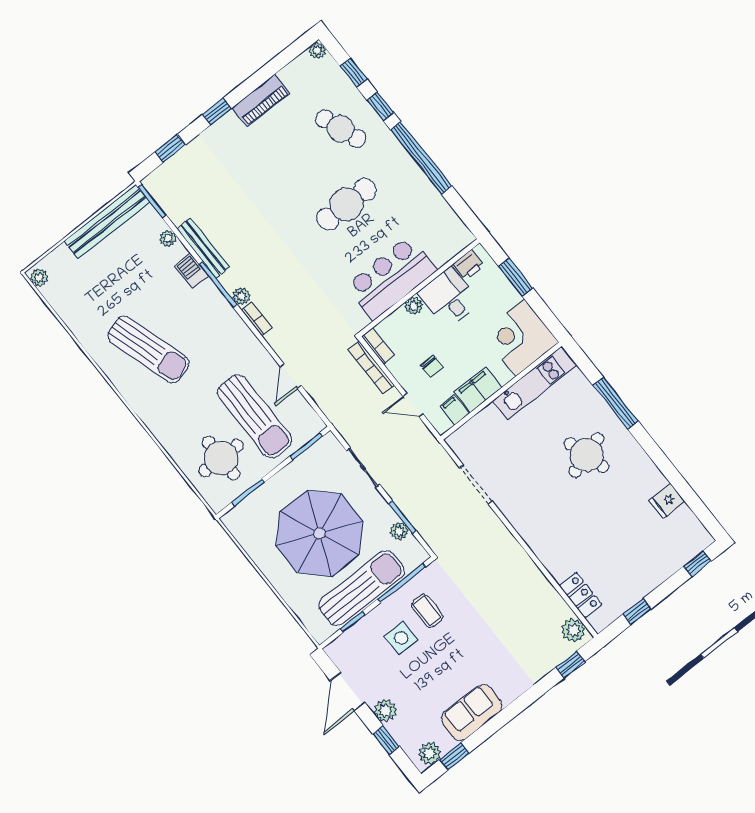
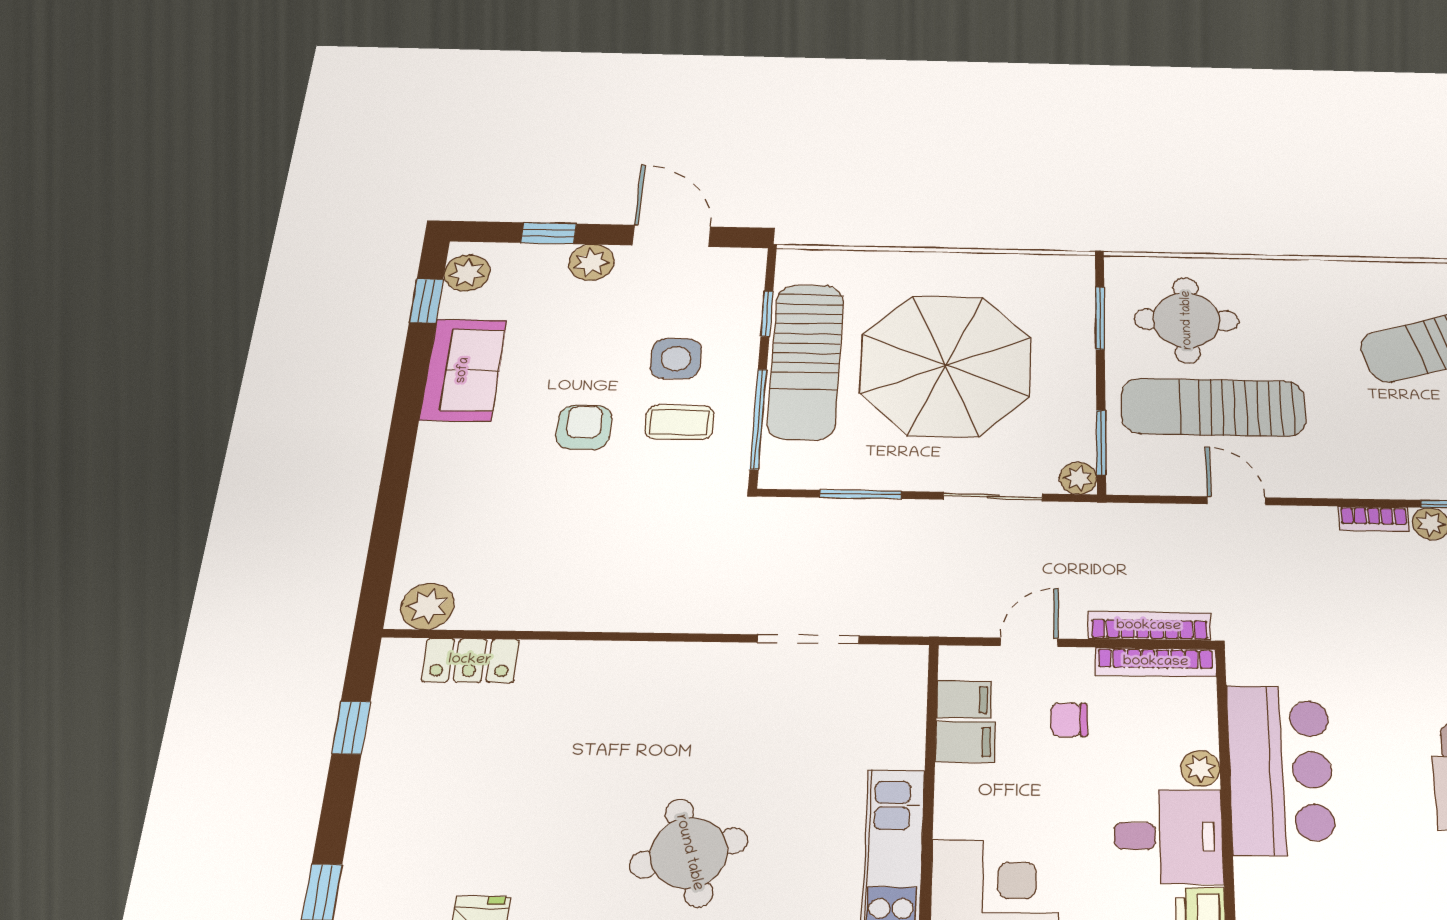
bookcase: (378, 346) -> (1156, 662), width x1.56
filing cabinet: (478, 390) -> (965, 742), width x0.50
plant: (399, 531) -> (1078, 478), moved
armchair: (458, 644) -> (584, 427), added
window: (570, 665) -> (381, 560), removed

